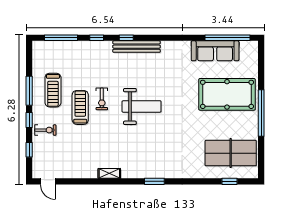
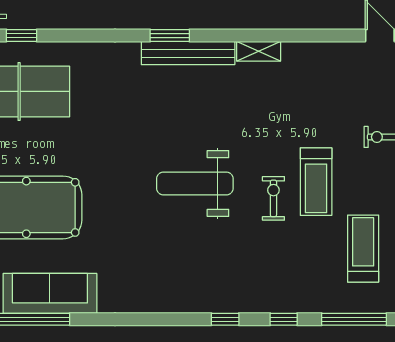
bench: (137, 47) -> (188, 53), moved
treadmill: (53, 90) -> (363, 249), moved

